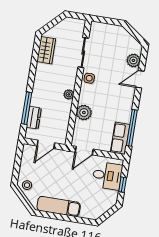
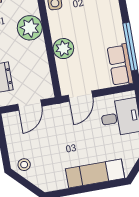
plant: (69, 94) -> (30, 28), width x1.88, depth x1.88
exam couch: (59, 206) -> (95, 173), moved

